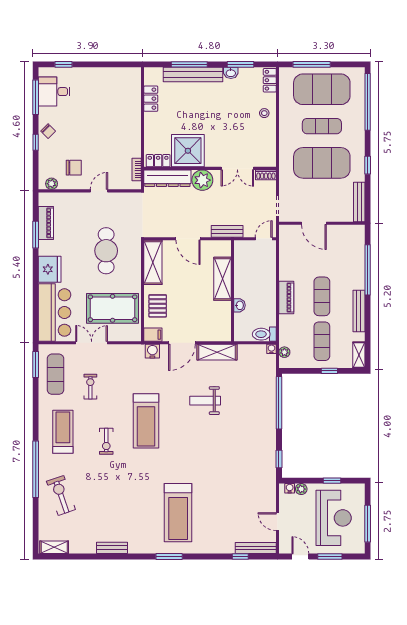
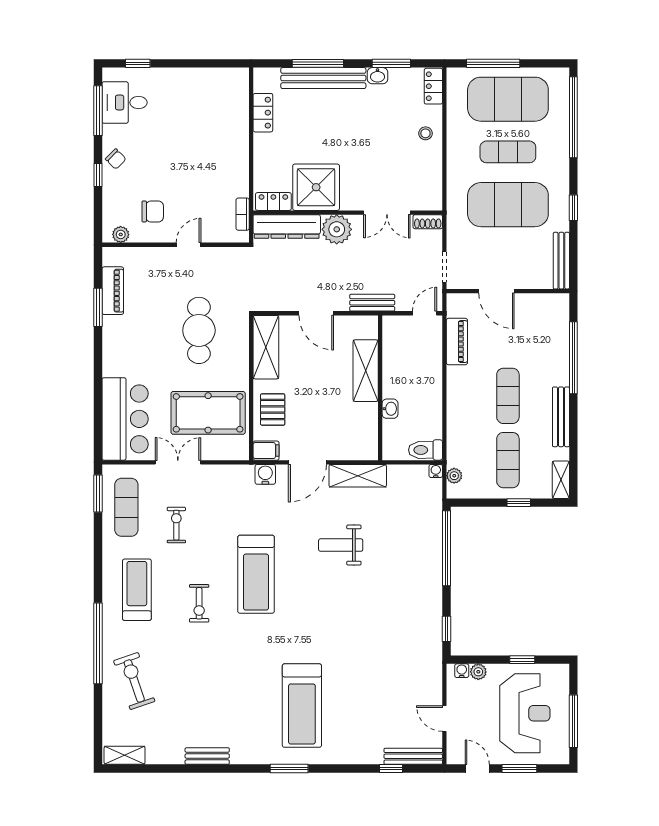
fridge: (50, 269) -> (118, 357), removed
piano: (286, 298) -> (457, 342), moved

